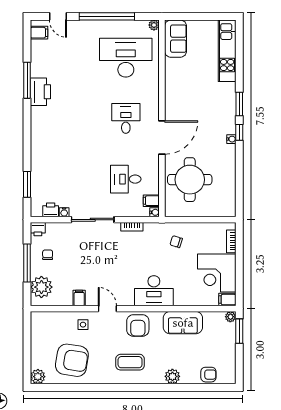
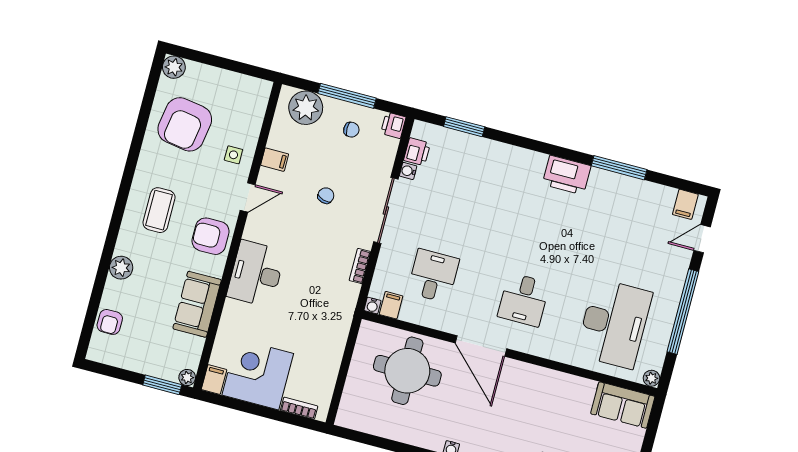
printer: (40, 92) -> (567, 175), moved
desk: (126, 118) -> (524, 300), turned 90
chair: (176, 242) -> (326, 196), moved

